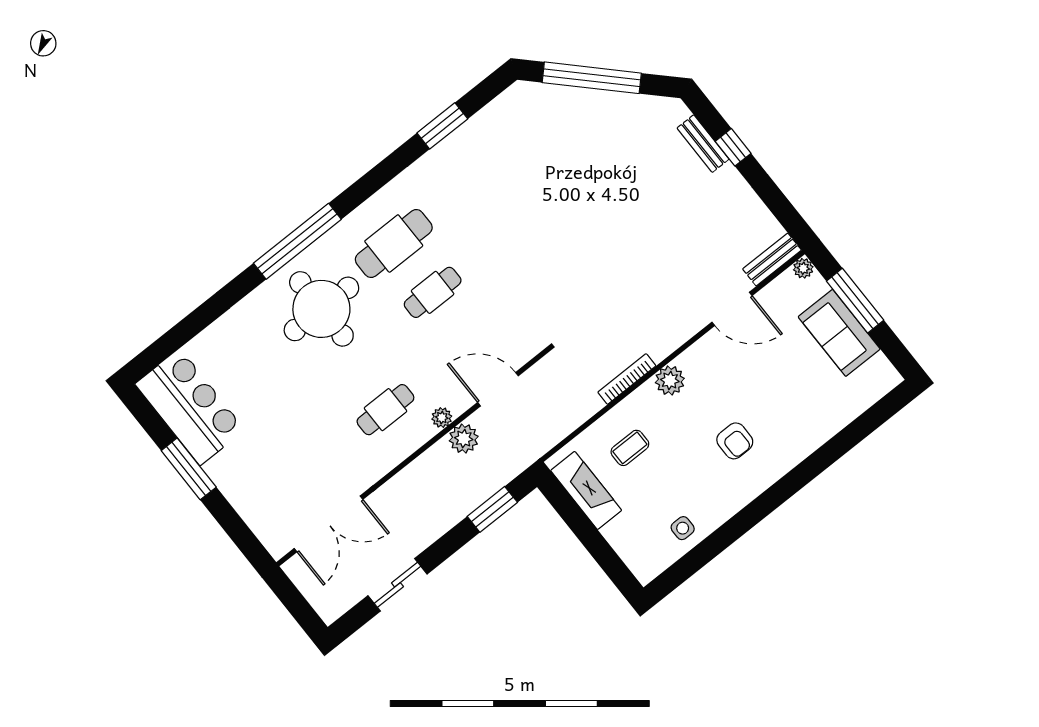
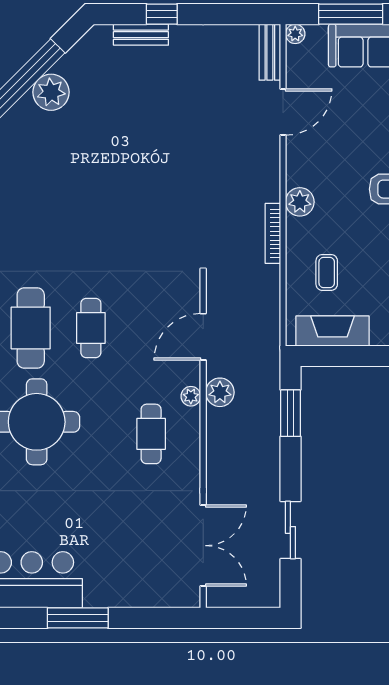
plant: (598, 108) -> (51, 92), added

